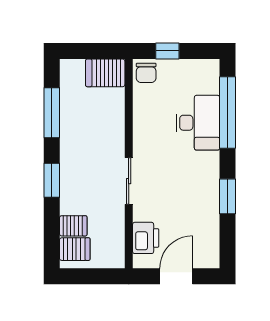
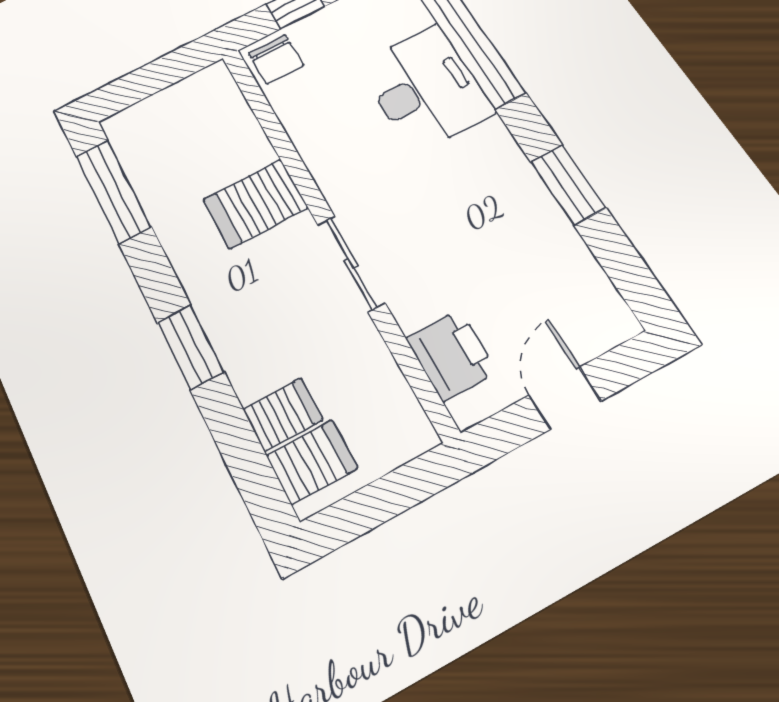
server rack: (105, 73) -> (256, 204), moved
window: (52, 113) -> (113, 191), moved
door: (176, 276) -> (565, 398), width x0.73

